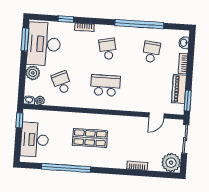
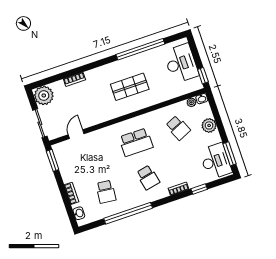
desk: (44, 44) -> (215, 161), width x0.73, depth x0.77
piano: (179, 89) -> (65, 168), removed

